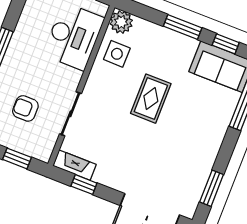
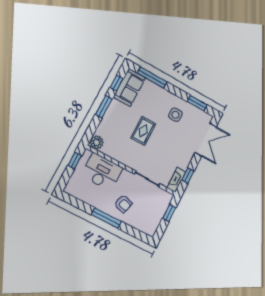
side table: (117, 54) -> (175, 115), moved
rug: (151, 99) -> (143, 131), turned 90
armchair: (25, 108) -> (123, 204), moved, turned -75

